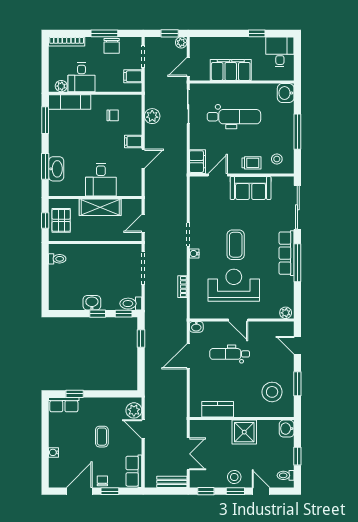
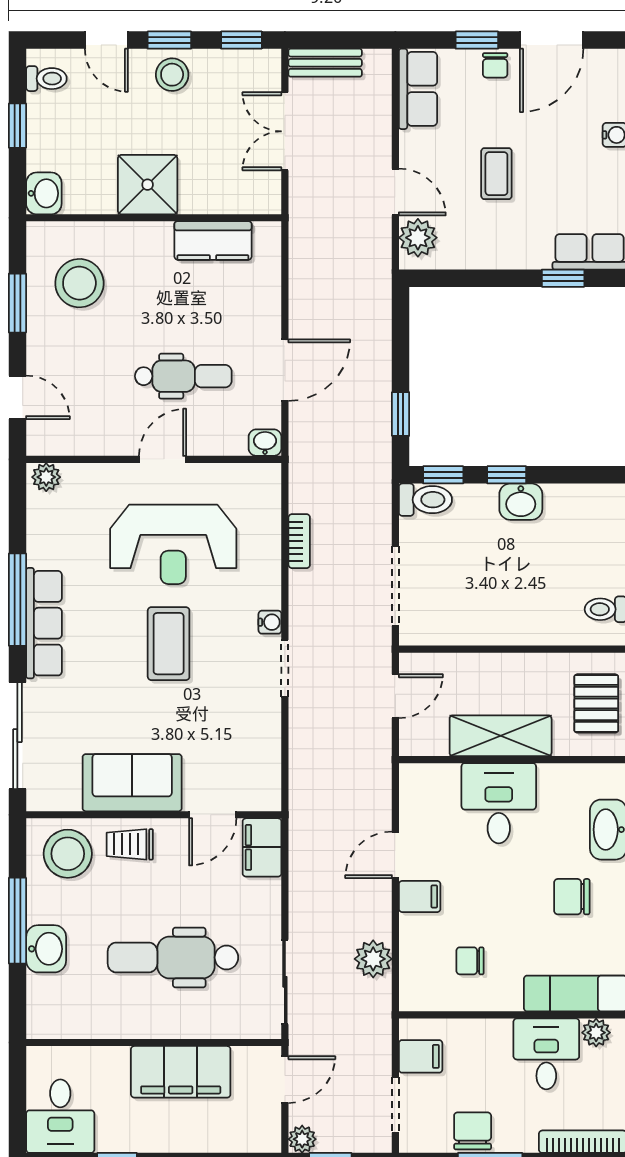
washbasin: (286, 93) -> (46, 949), moved
chair: (71, 141) -> (572, 897), added
stool: (277, 159) -> (68, 854), width x1.89, depth x1.89
door: (238, 320) -> (163, 459), hinge flipped

